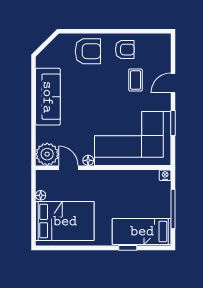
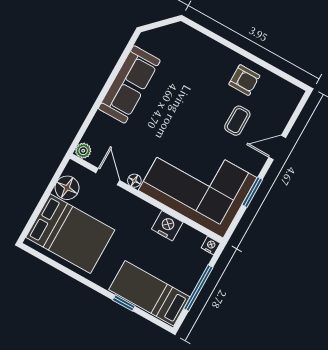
armchair: (88, 51) -> (202, 59), removed
plant: (47, 154) -> (83, 151), width x0.53, depth x0.53
nightstand: (128, 178) -> (167, 226), added
floor lamp: (41, 195) -> (67, 188), width x1.89, depth x1.89

